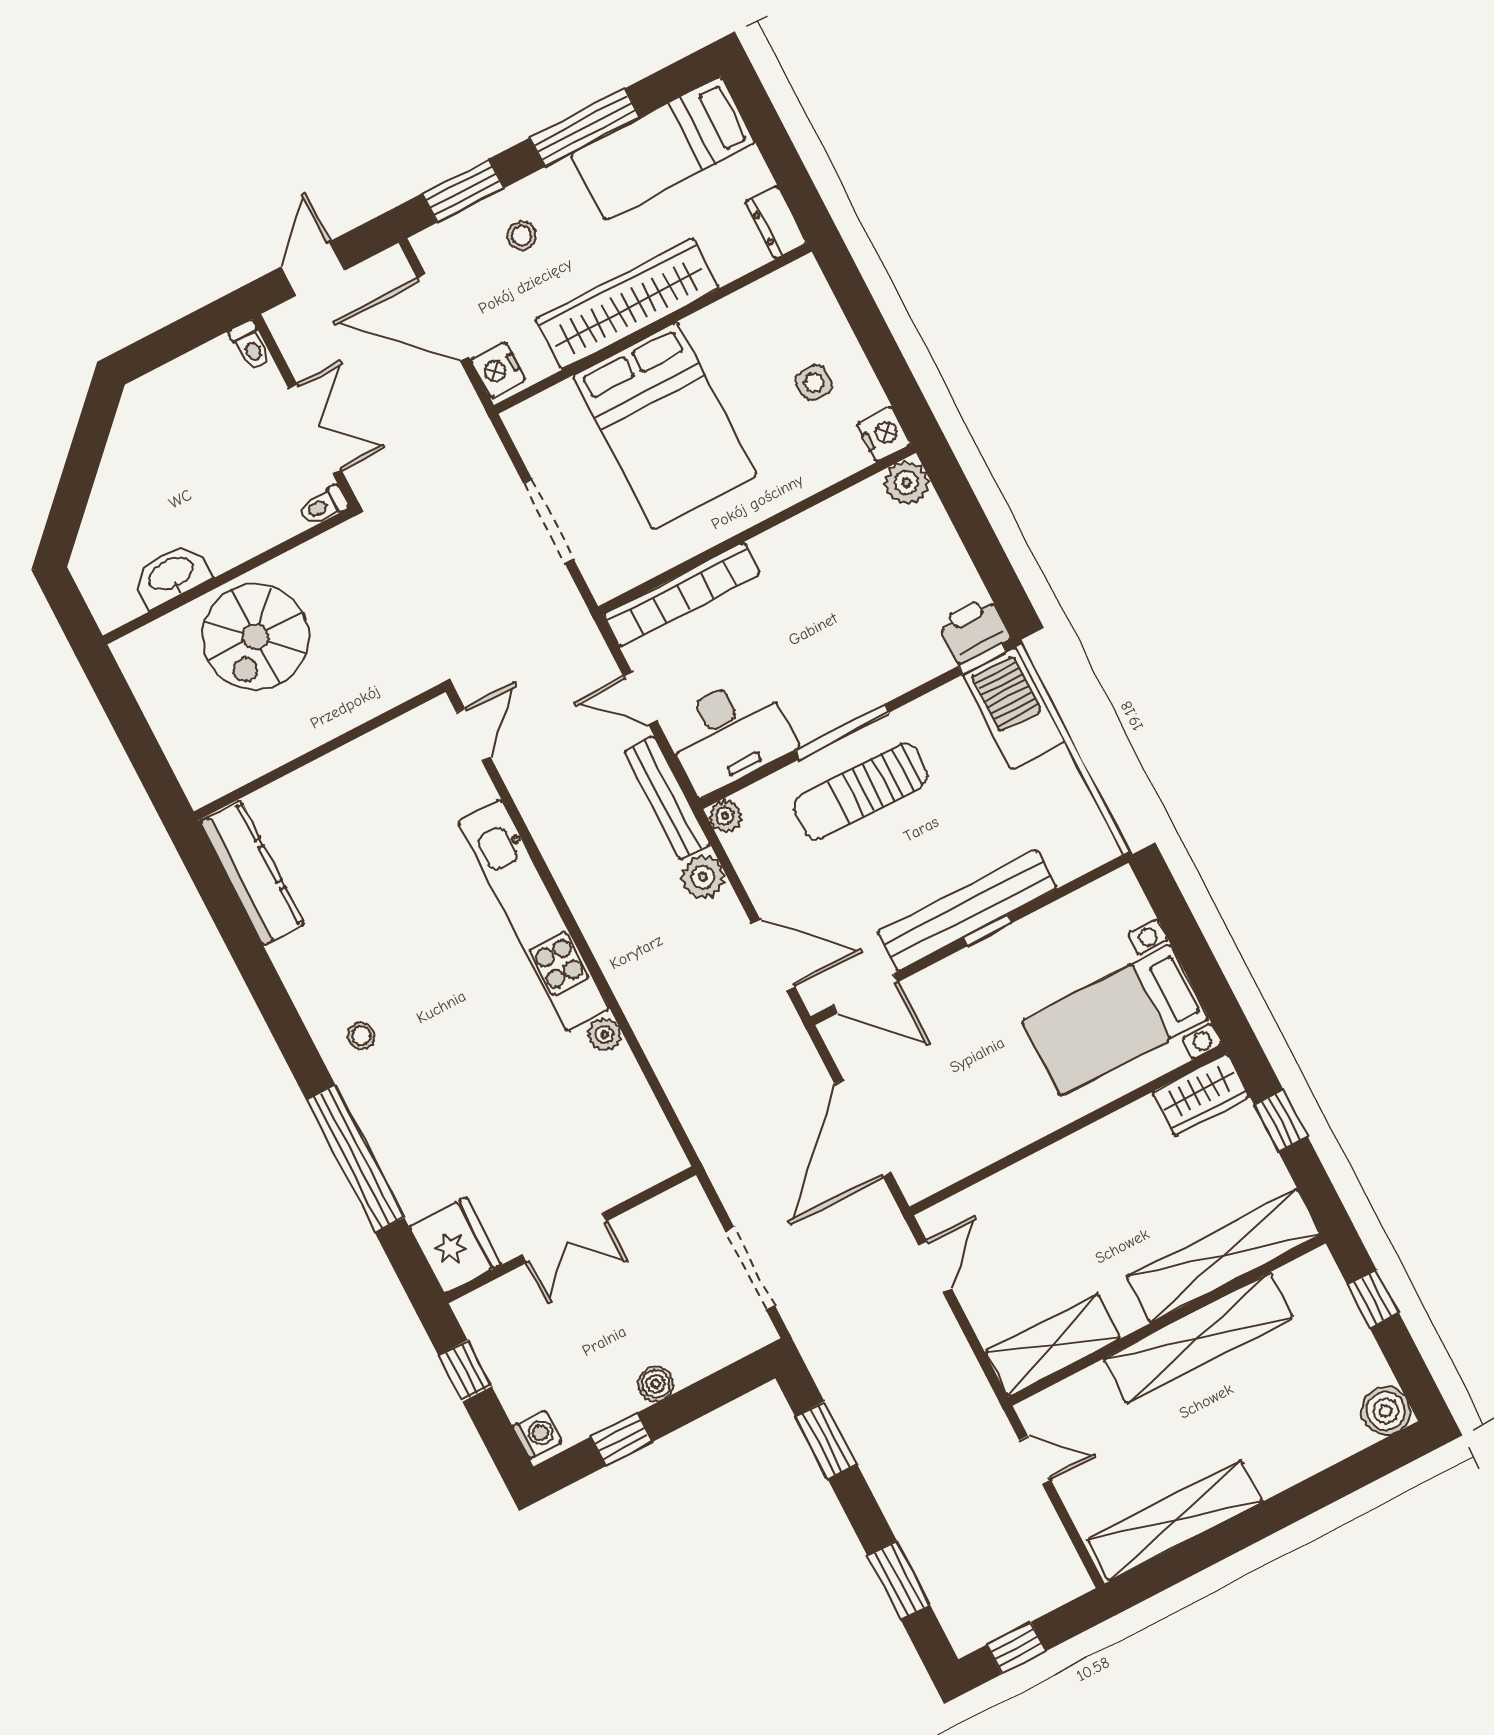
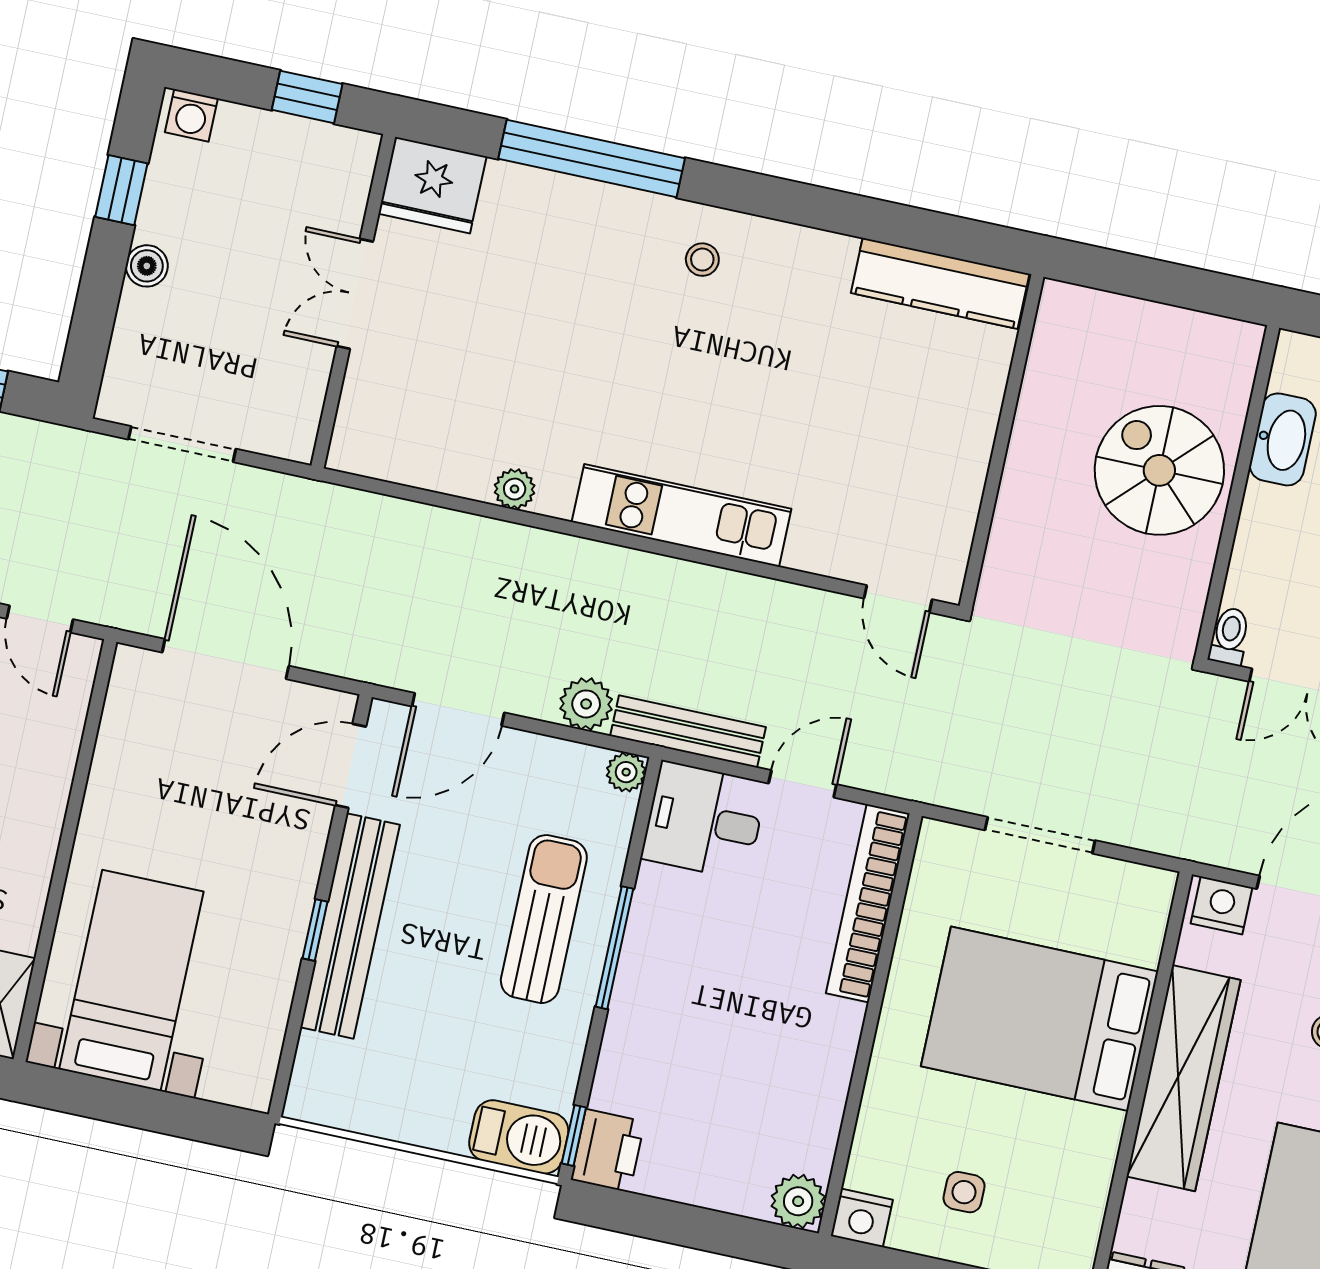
barbecue: (1014, 708) -> (519, 1137), width x0.73, depth x0.83
desk: (729, 734) -> (704, 821), width x0.73
kitchen unit: (534, 915) -> (682, 515), width x0.73

